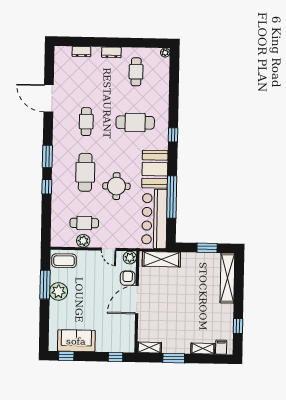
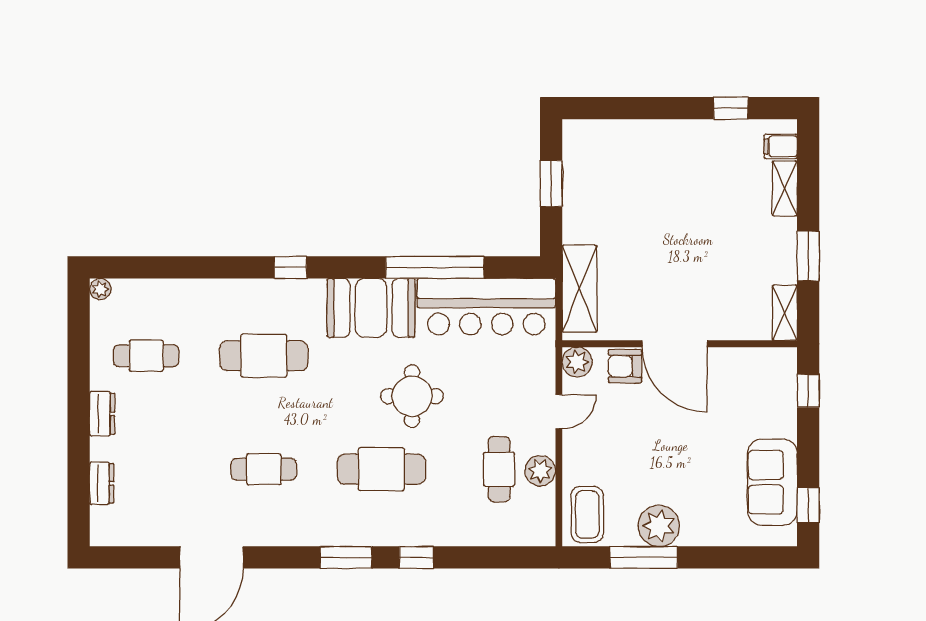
cafe table: (135, 123) -> (264, 356), turned 90
shelving: (227, 278) -> (620, 135), removed

